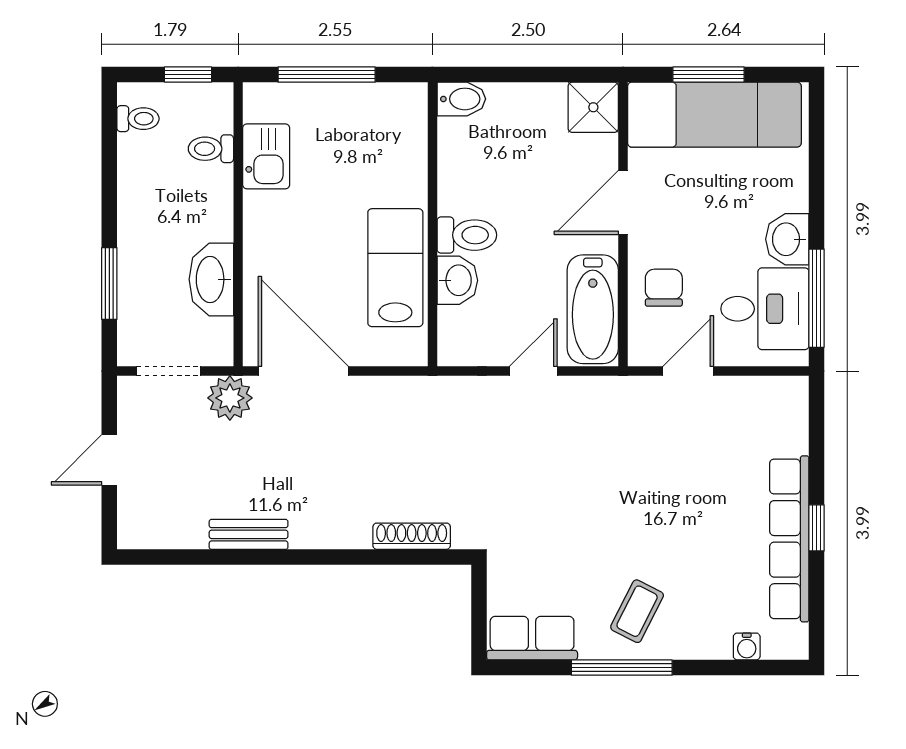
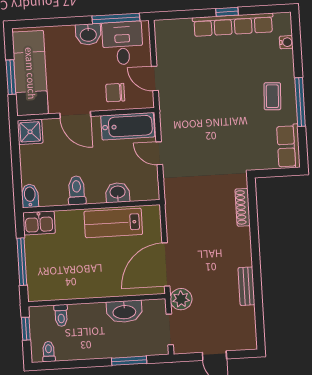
kitchen sink: (266, 156) -> (39, 223), moved, turned 180
toilet: (467, 235) -> (77, 190), moved
coffee table: (637, 611) -> (272, 96), turned 66

